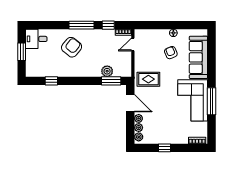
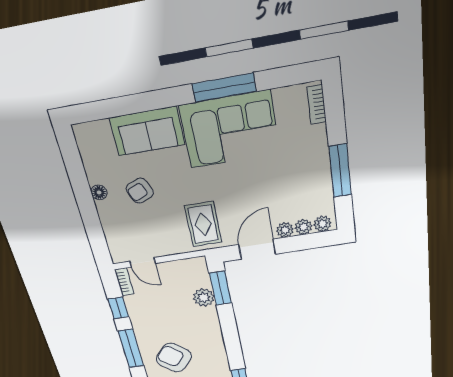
sofa: (198, 57) -> (147, 131), width x0.73
window: (164, 148) -> (340, 171), width x2.17

